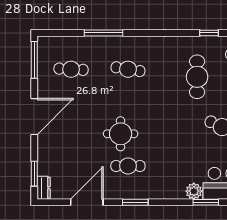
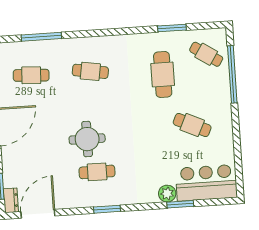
window: (104, 33) -> (41, 37), moved
window: (209, 33) -> (172, 28), width x1.50
door: (87, 202) -> (38, 214), moved

